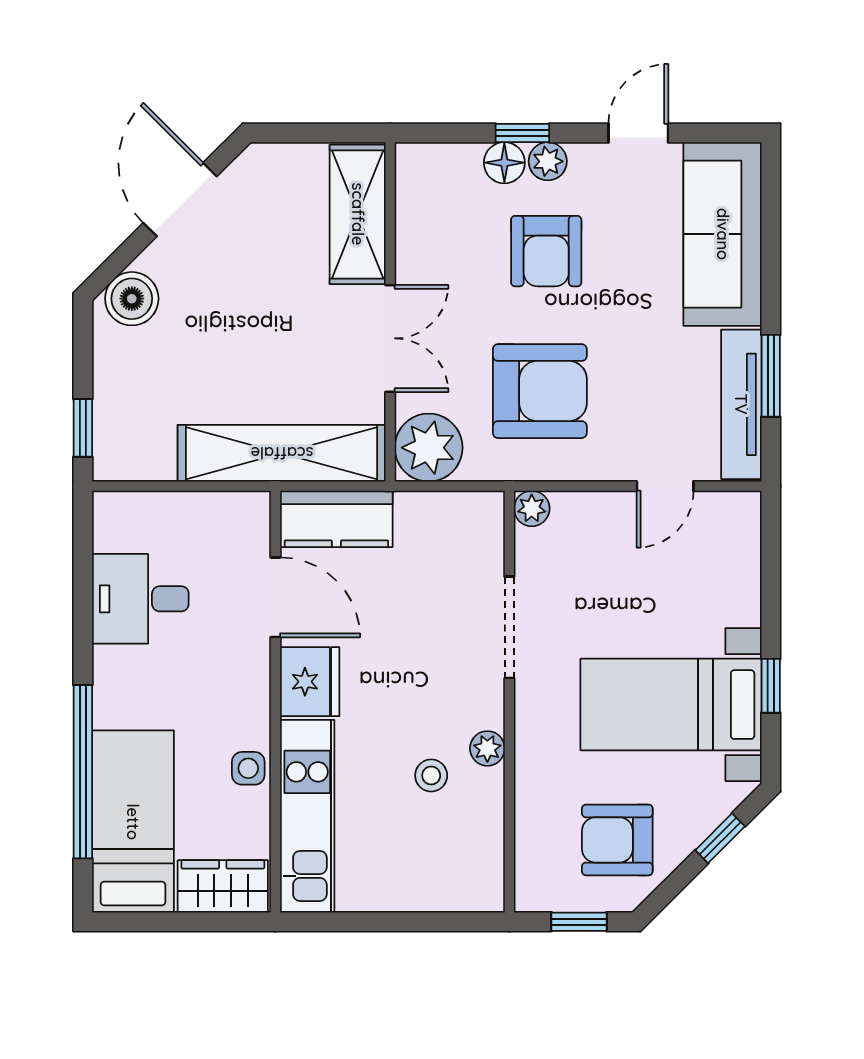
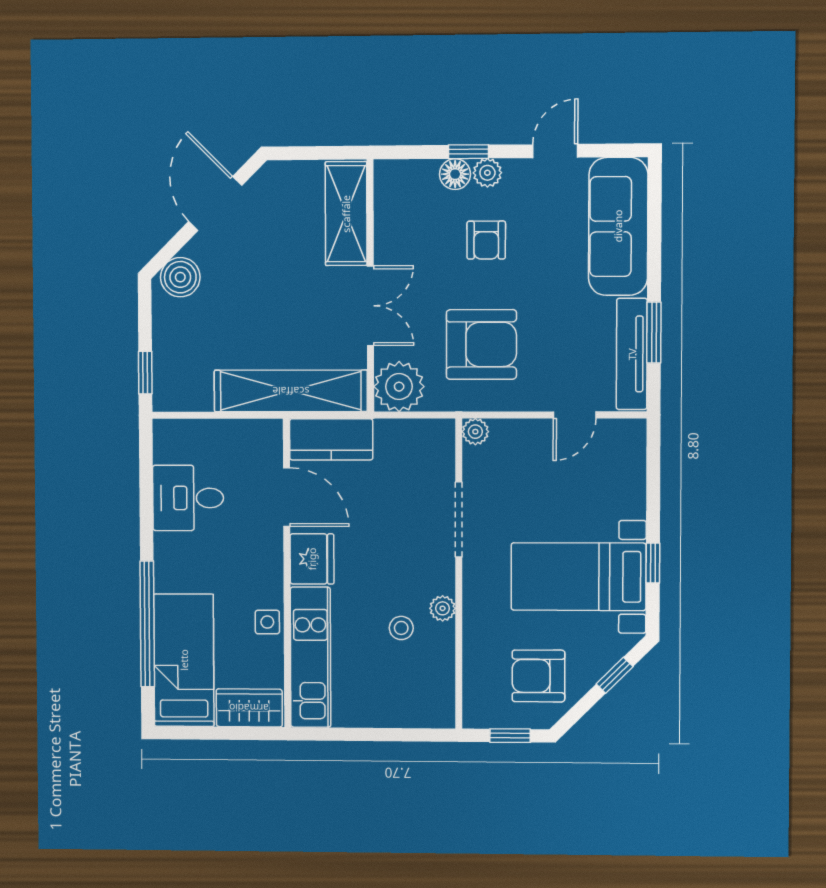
armchair: (546, 251) -> (486, 240), width x0.72, depth x0.72

